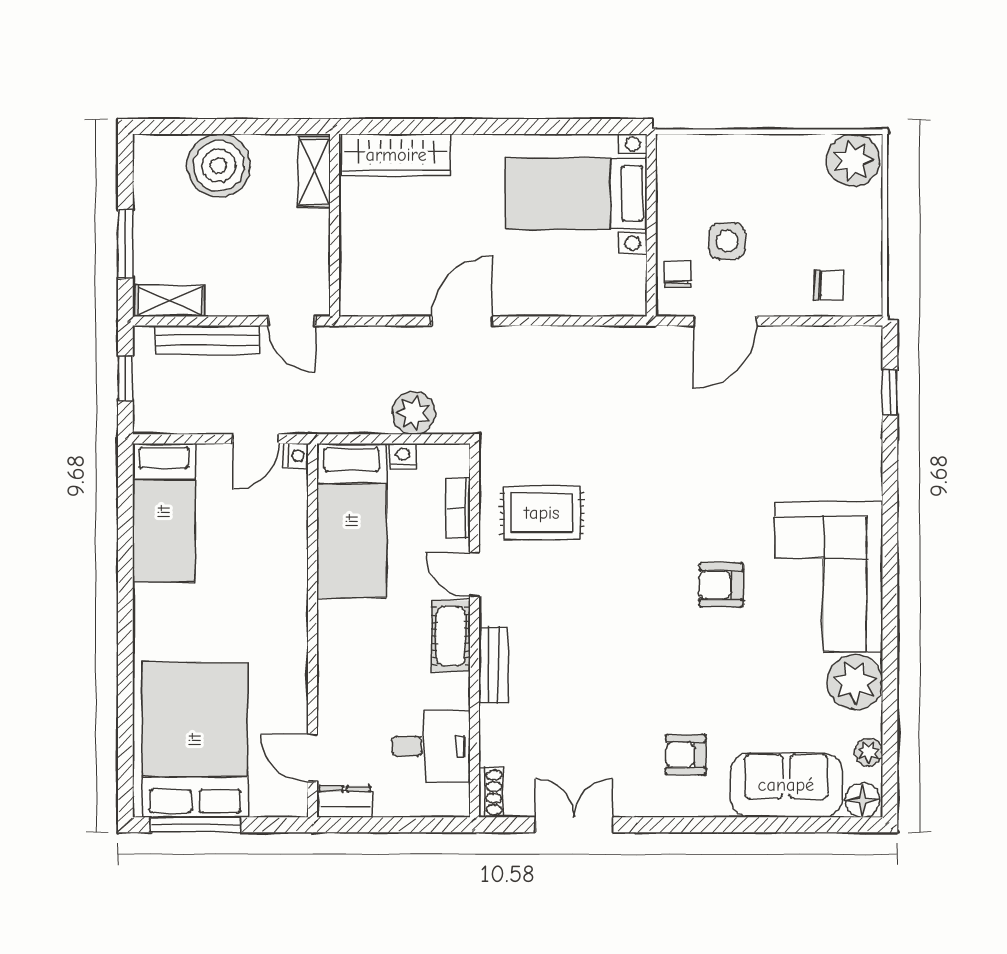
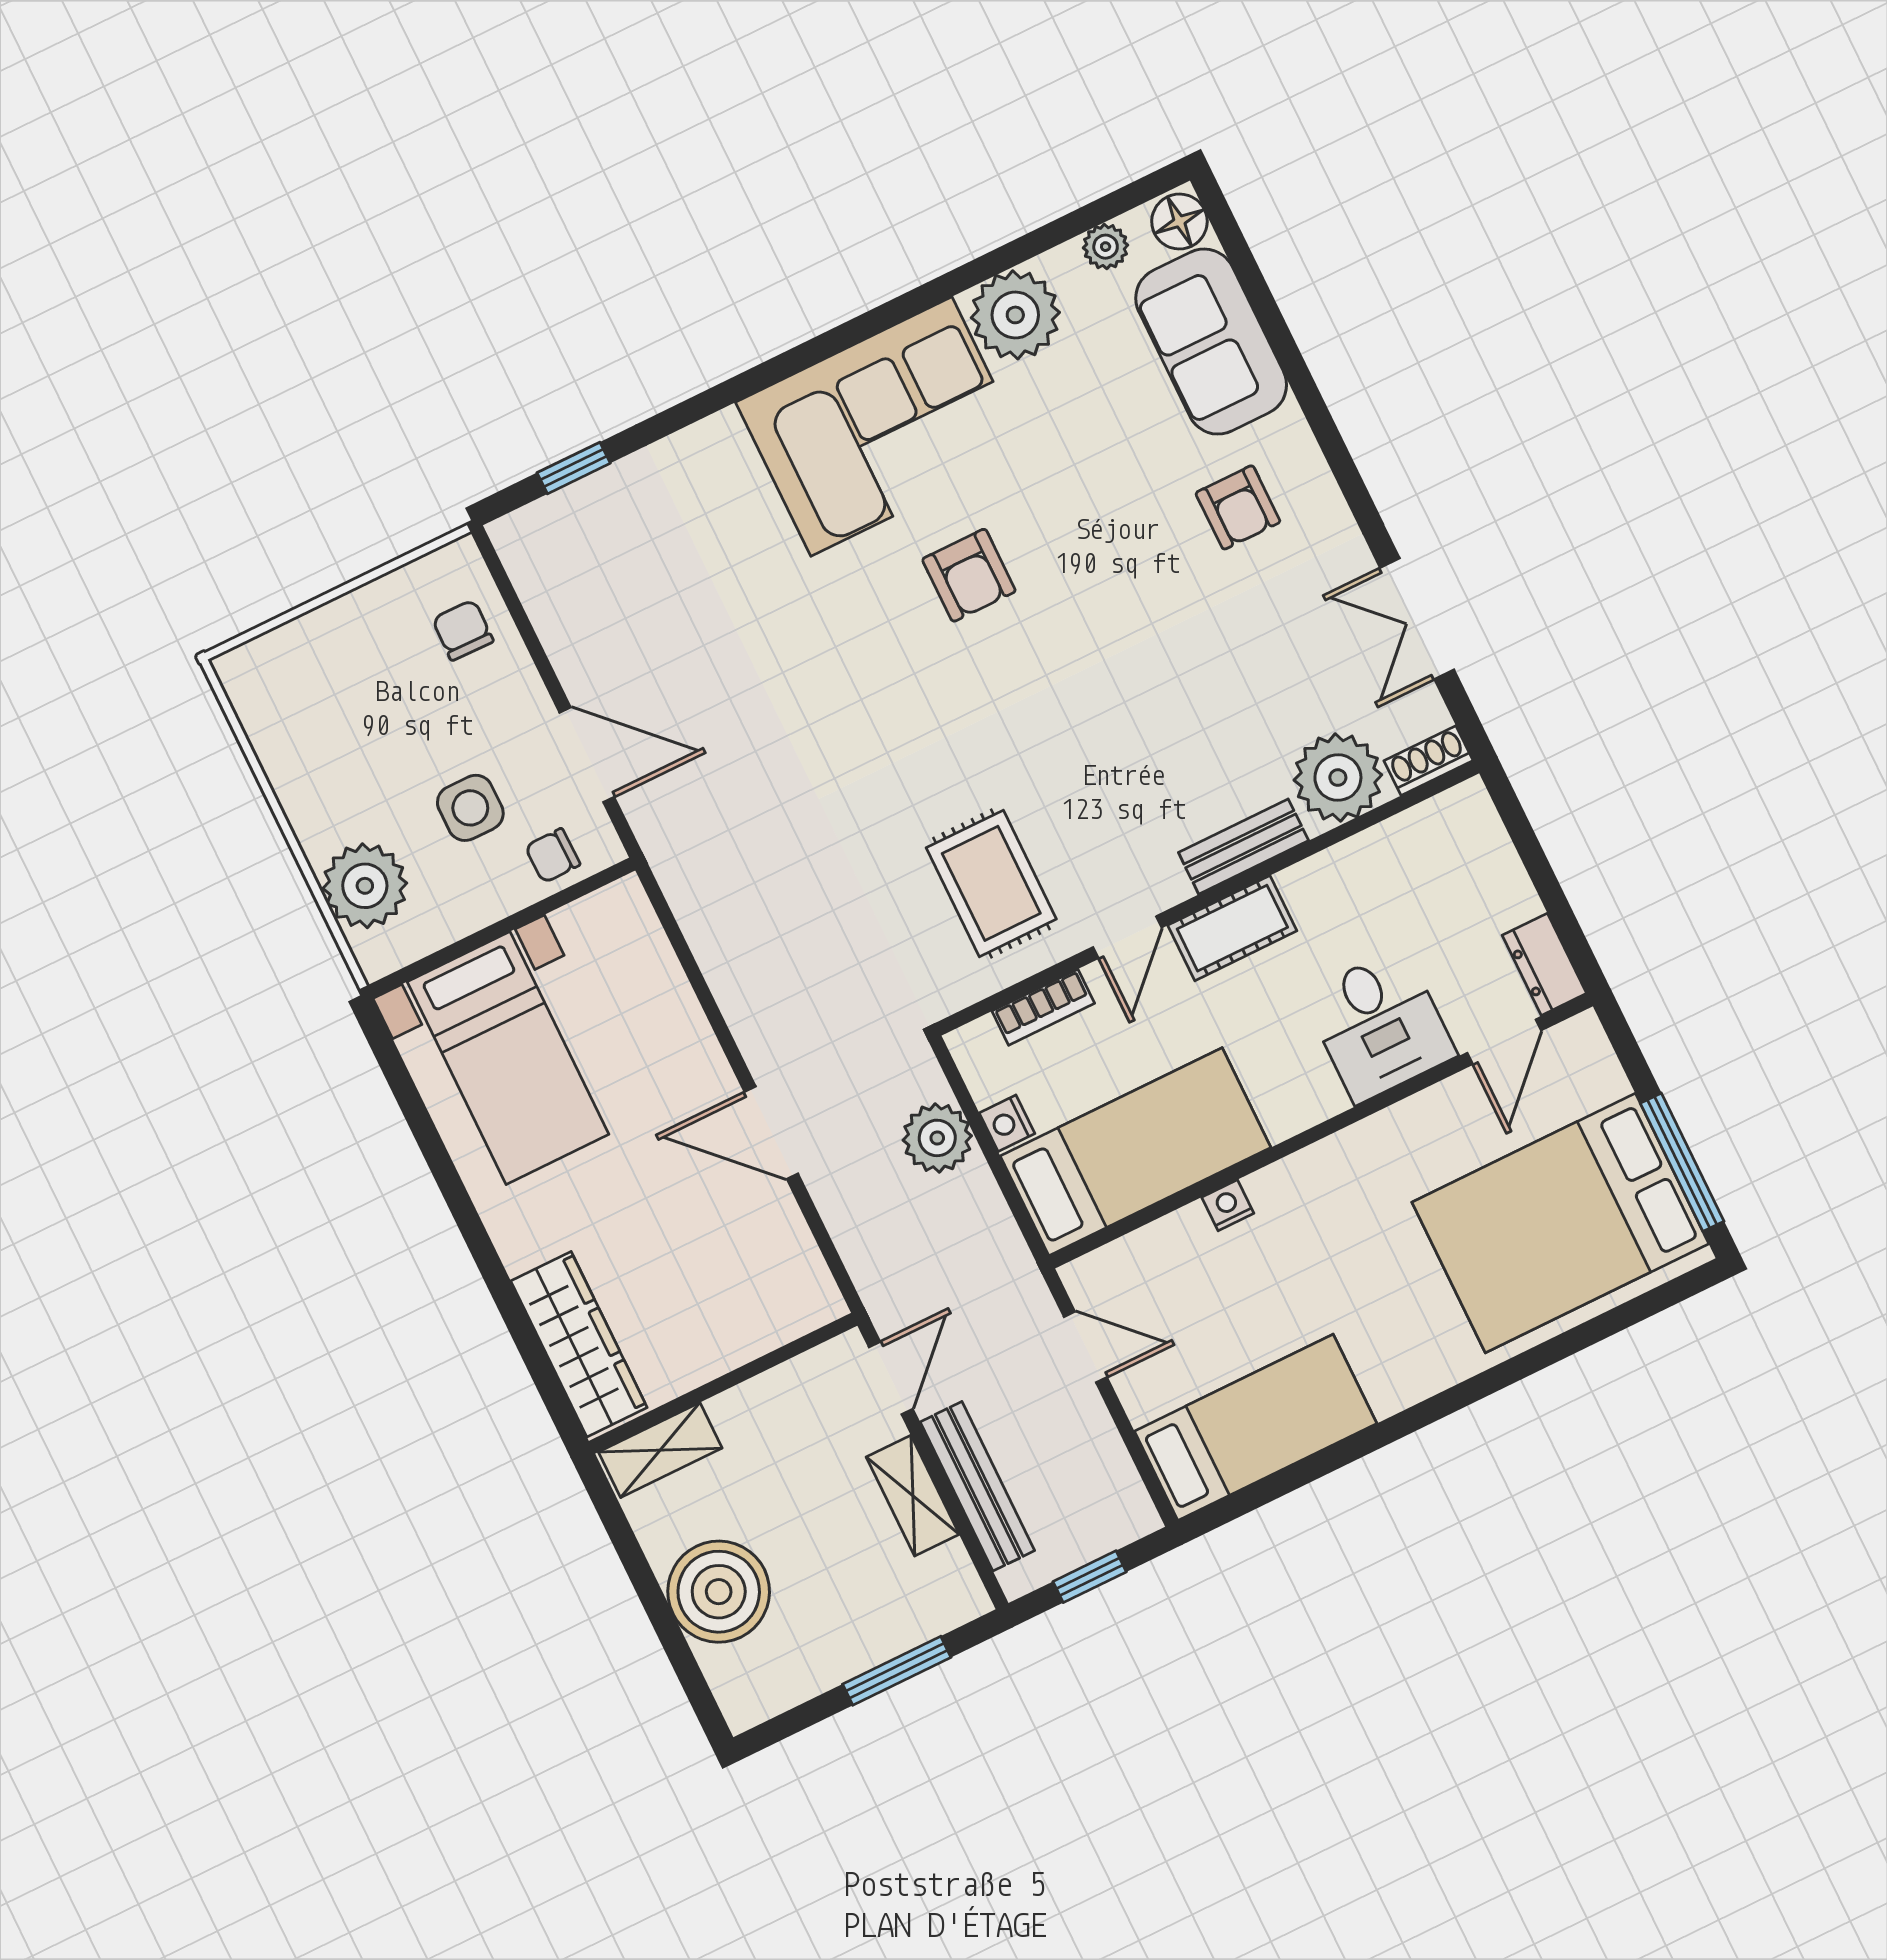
plant: (853, 160) -> (365, 886), moved
shelving: (170, 301) -> (913, 1496), moved
nightstand: (296, 456) -> (1228, 1205), moved
plant: (506, 737) -> (1338, 778), added
desk: (431, 746) -> (1380, 1025), moved, turned 180

